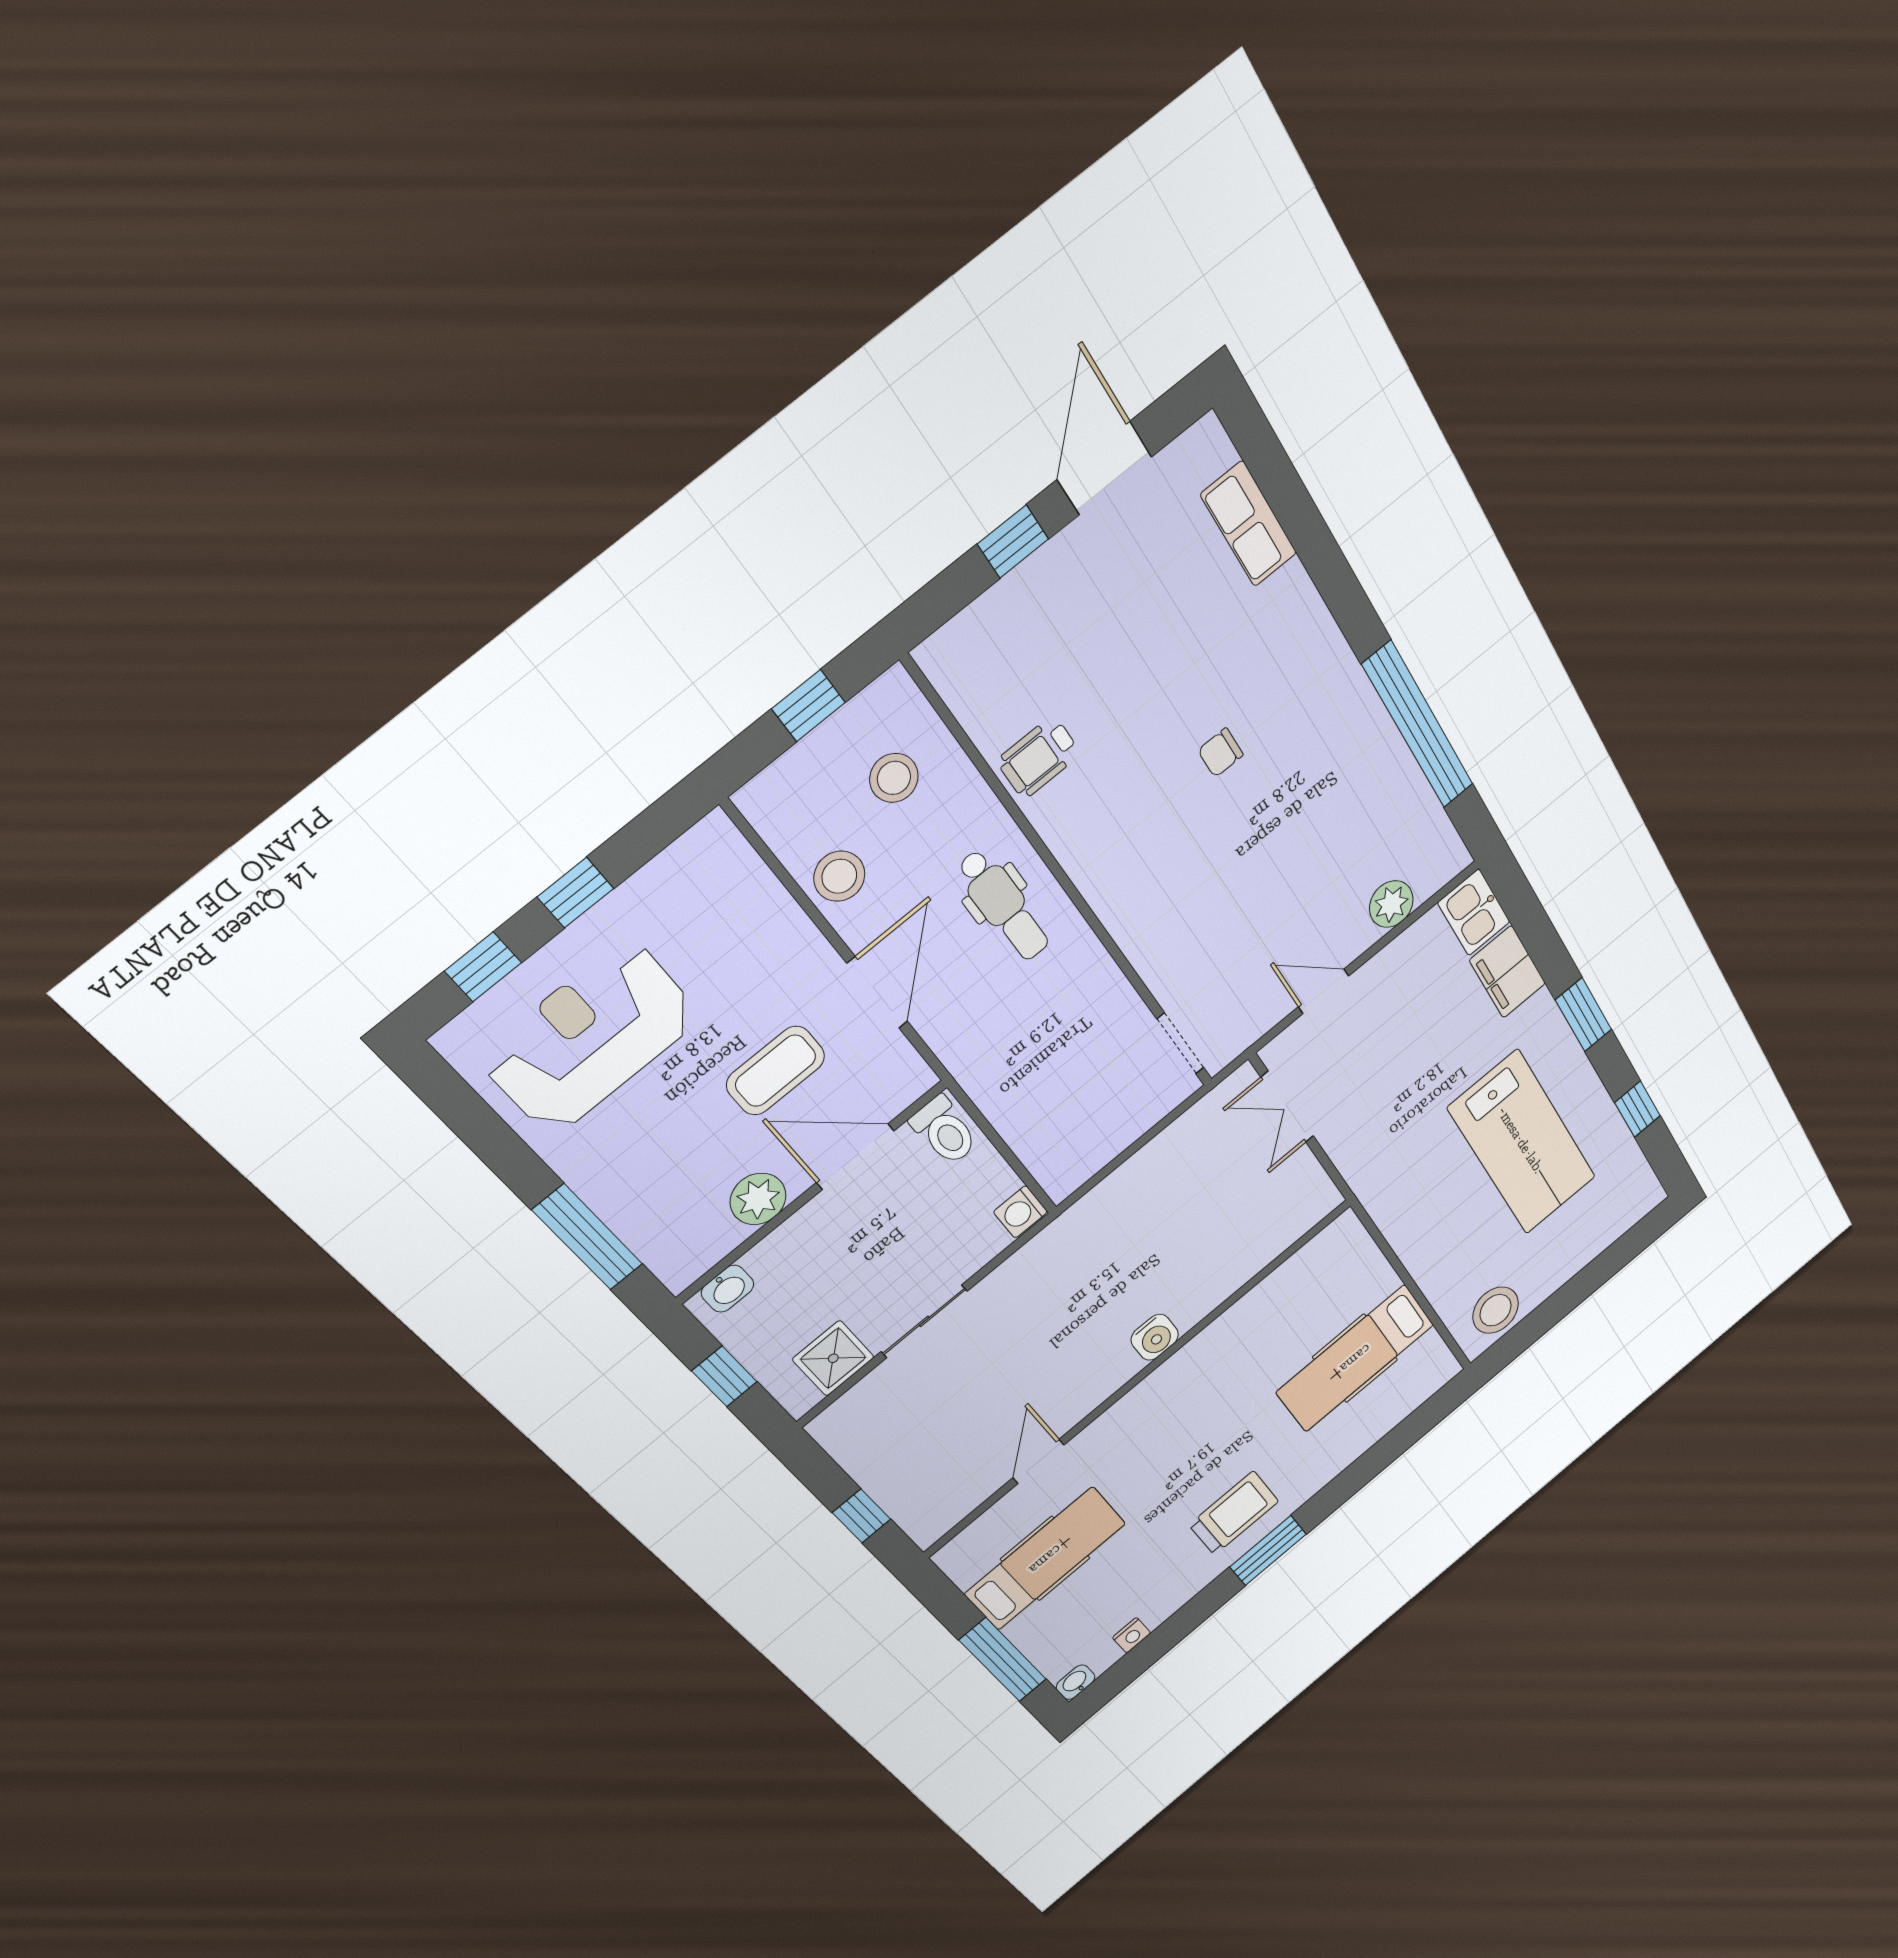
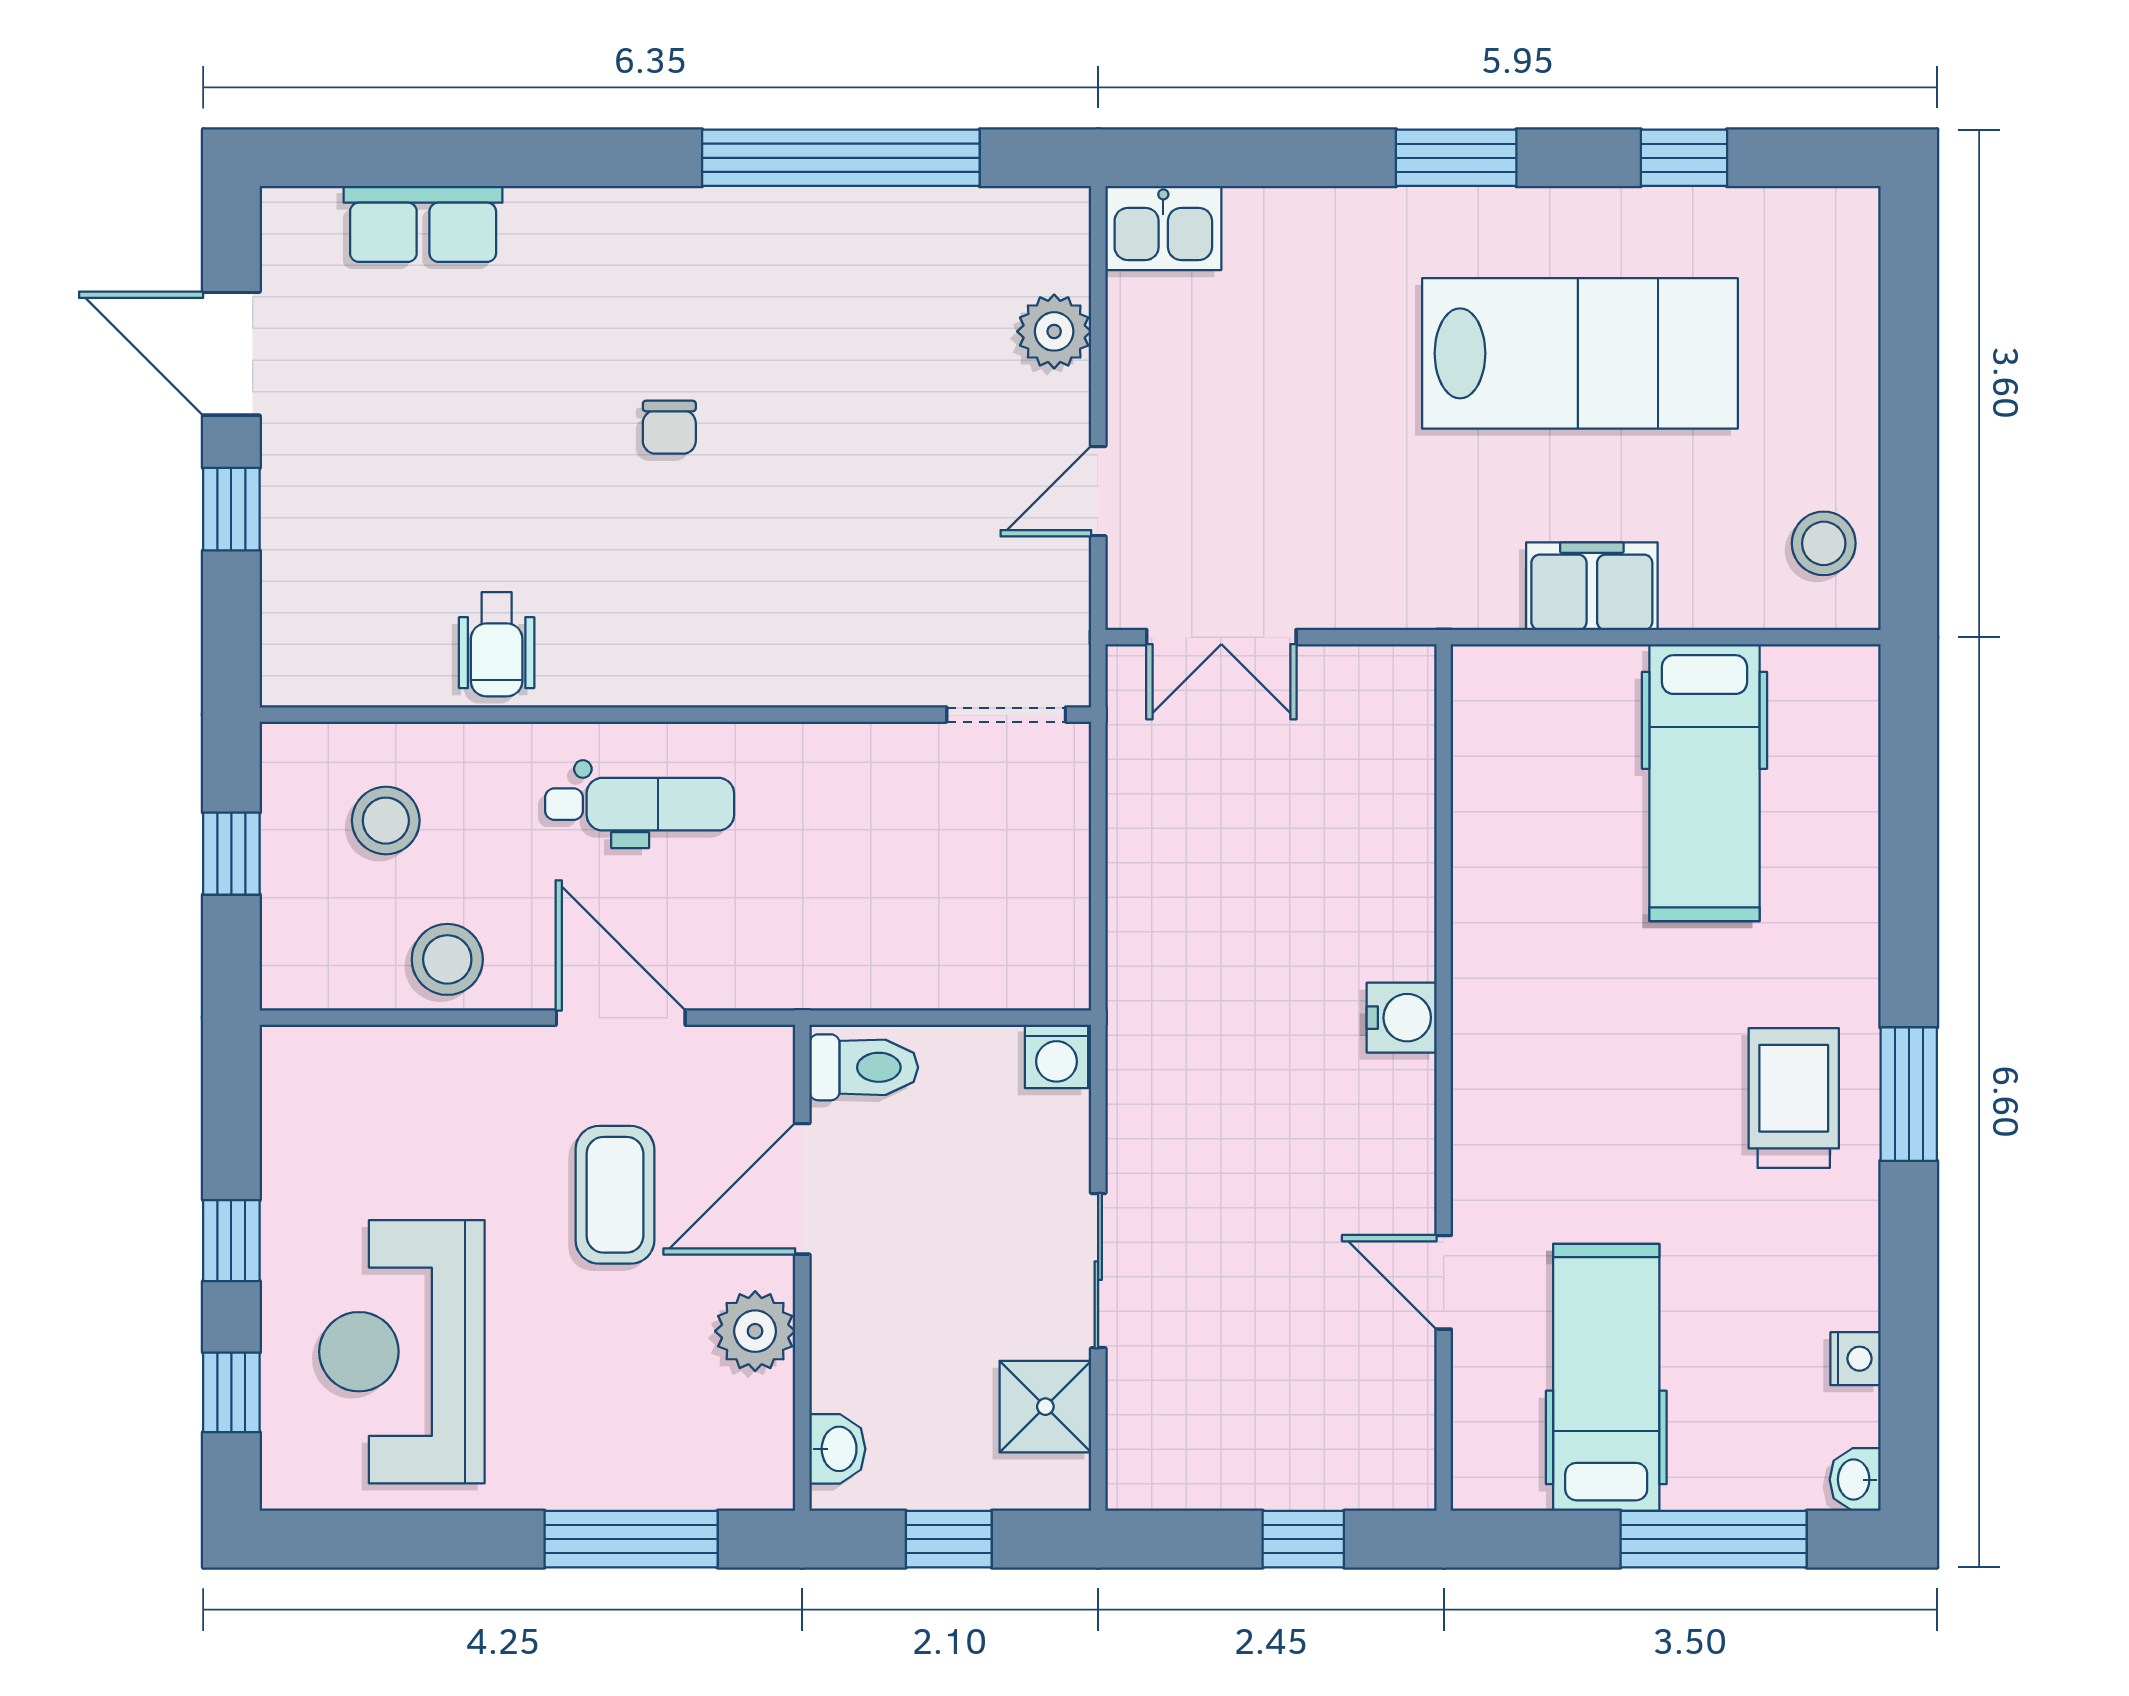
filing cabinet: (1508, 972) -> (1592, 586), moved, turned 180
stool: (1496, 1310) -> (1824, 543), width x0.73, depth x0.73

